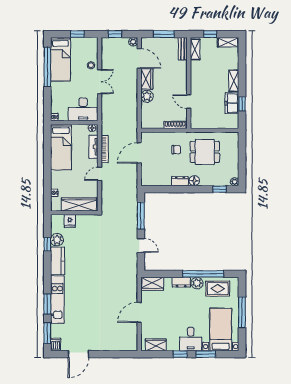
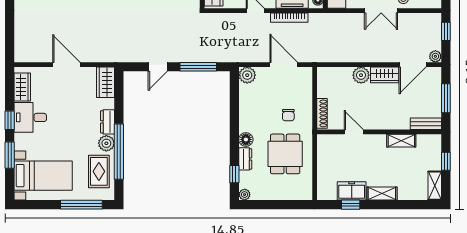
shelving: (195, 49) -> (401, 141), moved
door: (189, 102) -> (354, 132), hinge flipped
plant: (147, 180) -> (247, 75), added
dresser: (180, 181) -> (245, 159), moved
window: (242, 312) -> (81, 205), moved
desk: (191, 339) -> (30, 117), moved

